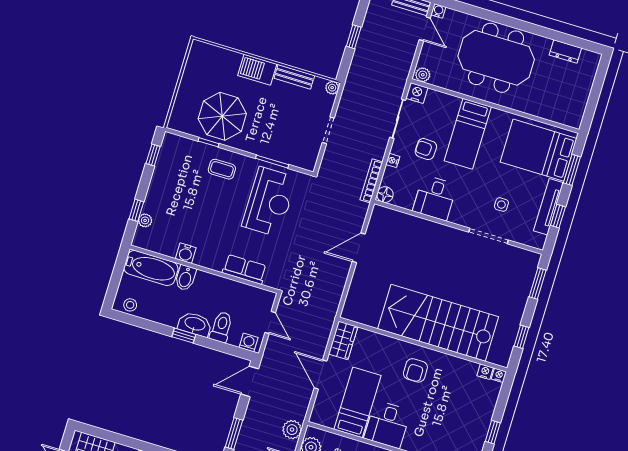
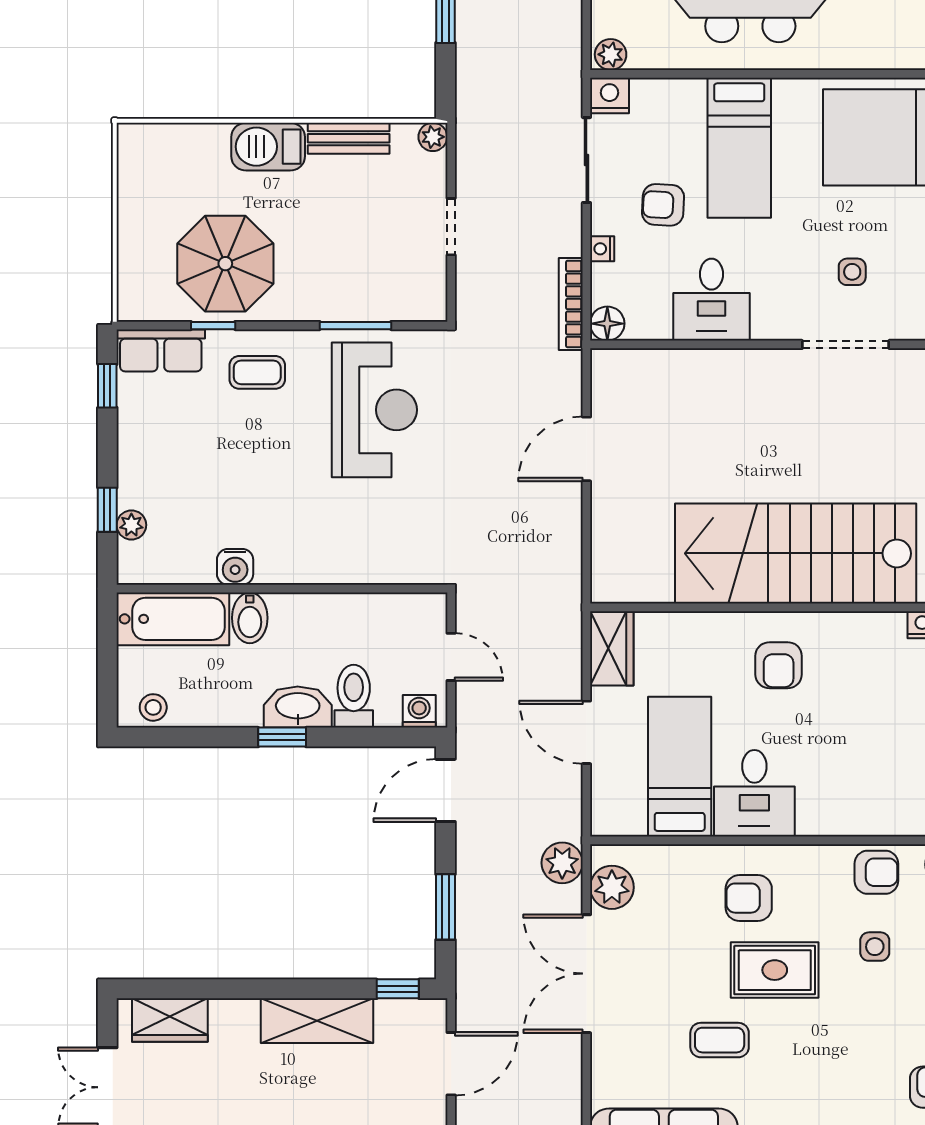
row of seats: (244, 269) -> (161, 350), moved, turned 180

